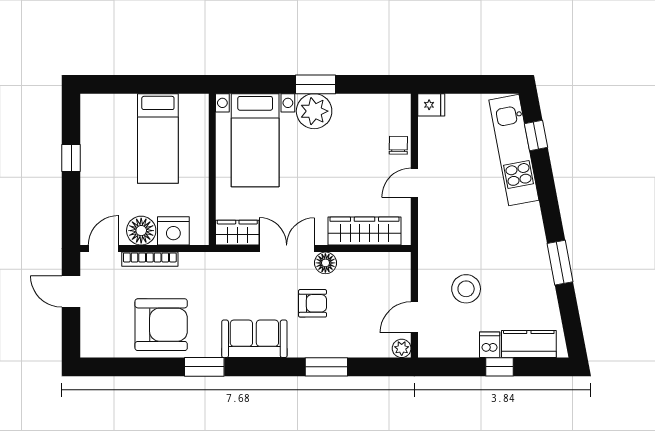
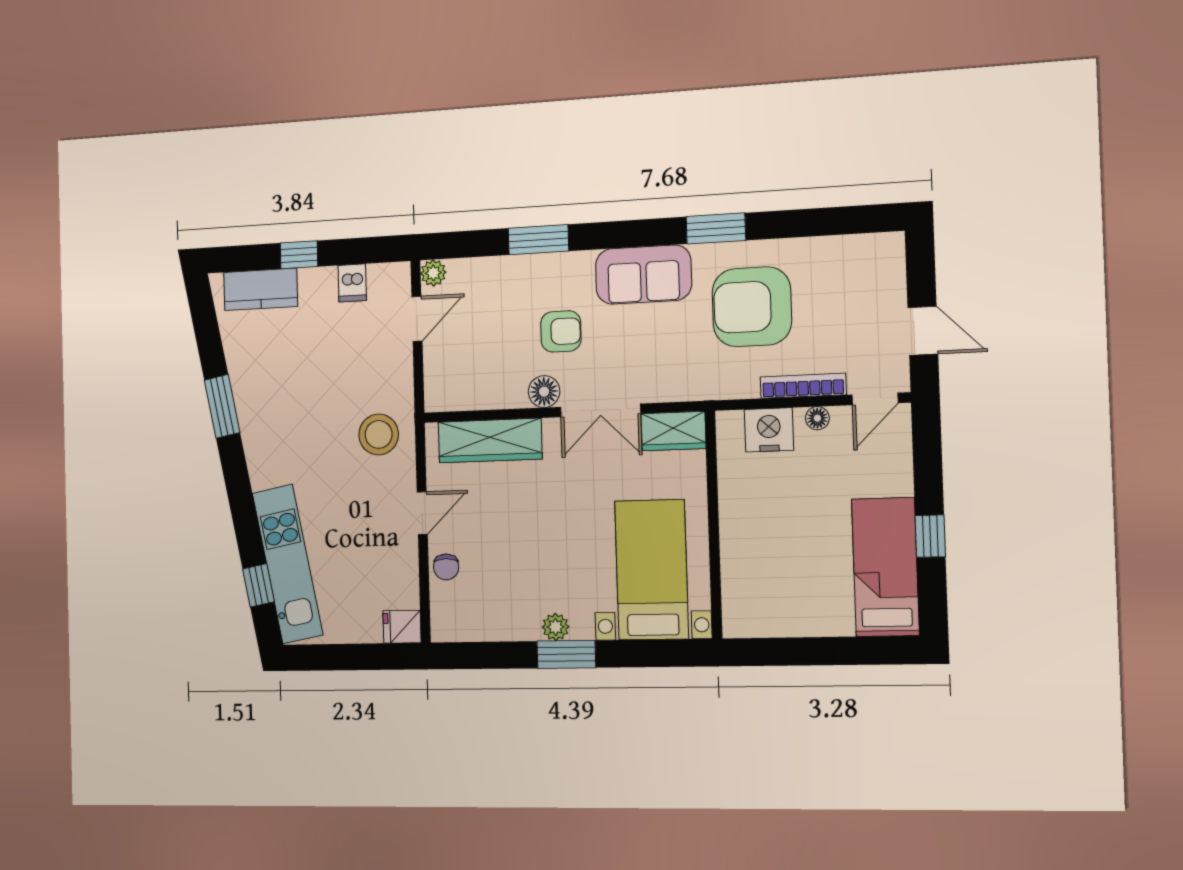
plant: (314, 111) -> (556, 627), width x0.53, depth x0.53
bed: (158, 139) -> (885, 567), moved
floor lamp: (141, 231) -> (817, 418), width x0.53, depth x0.53
stool: (466, 289) -> (379, 434), moved
armchair: (313, 303) -> (561, 331), turned 180
armchair: (161, 325) -> (752, 307), moved
dishwasher: (490, 345) -> (352, 283), moved

